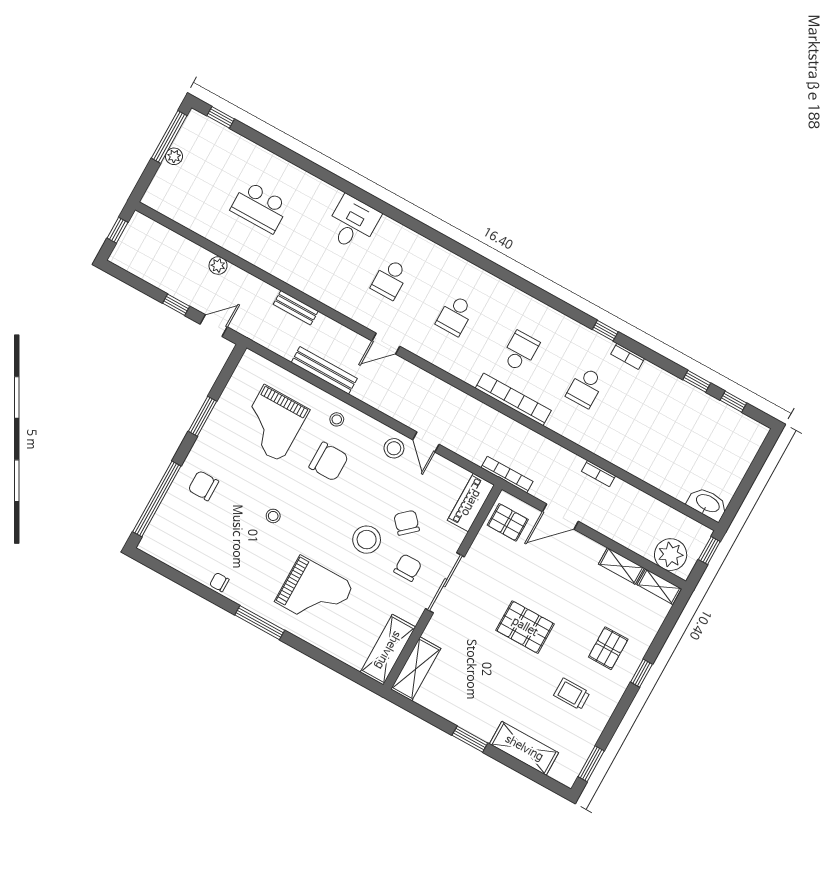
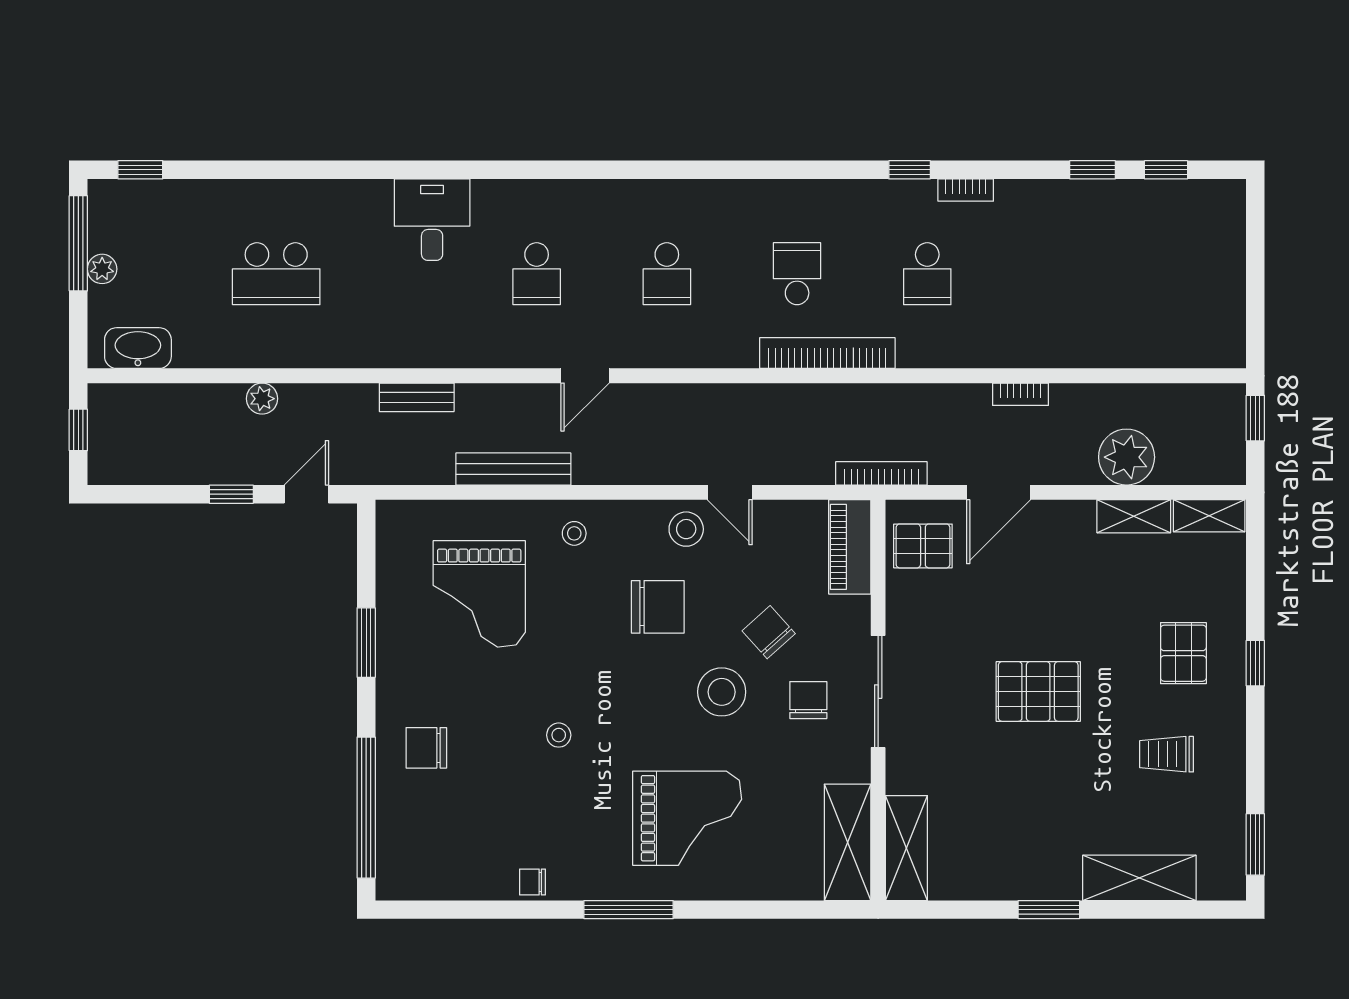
chair: (329, 462) -> (658, 607), moved
washbasin: (707, 504) -> (138, 348), moved
plant: (671, 555) -> (1127, 457), moved

